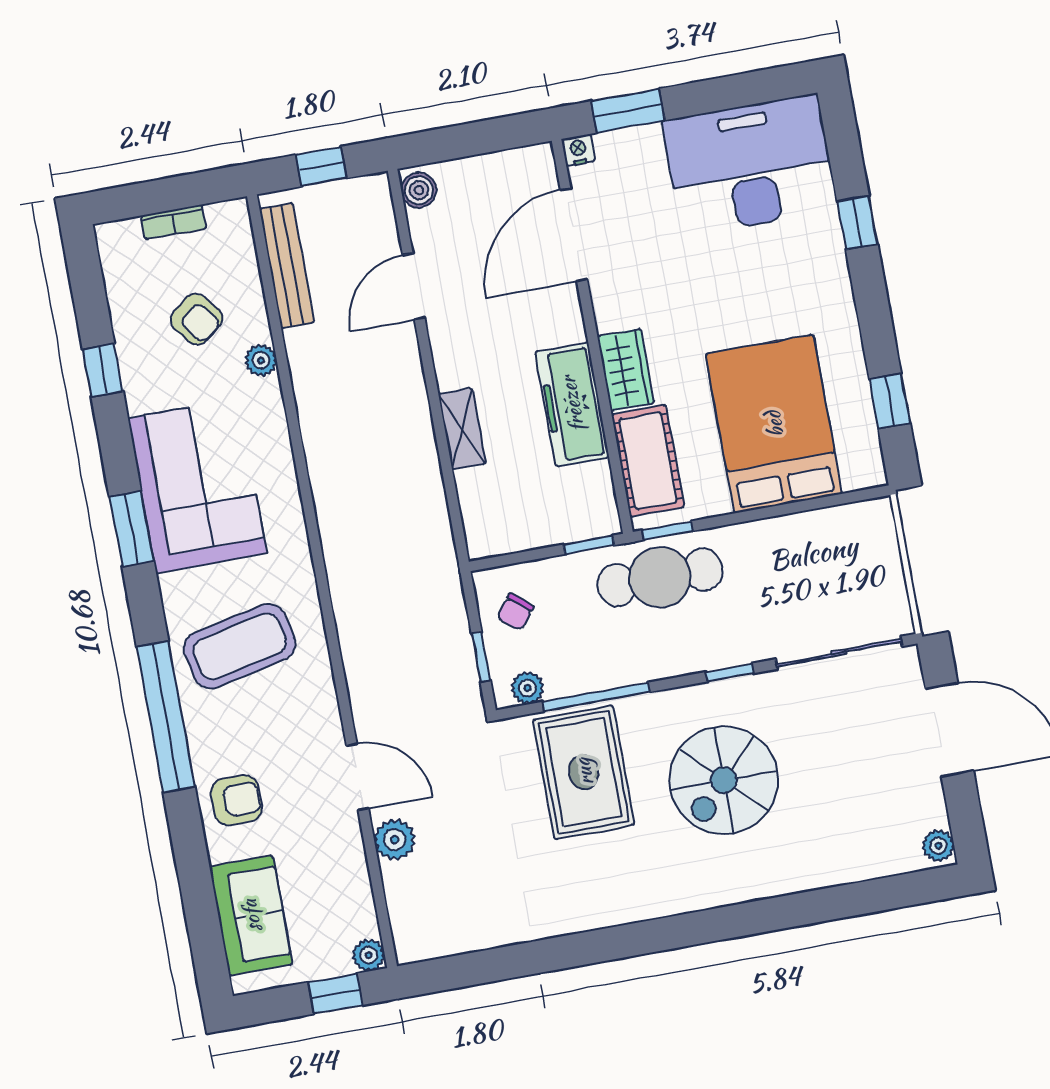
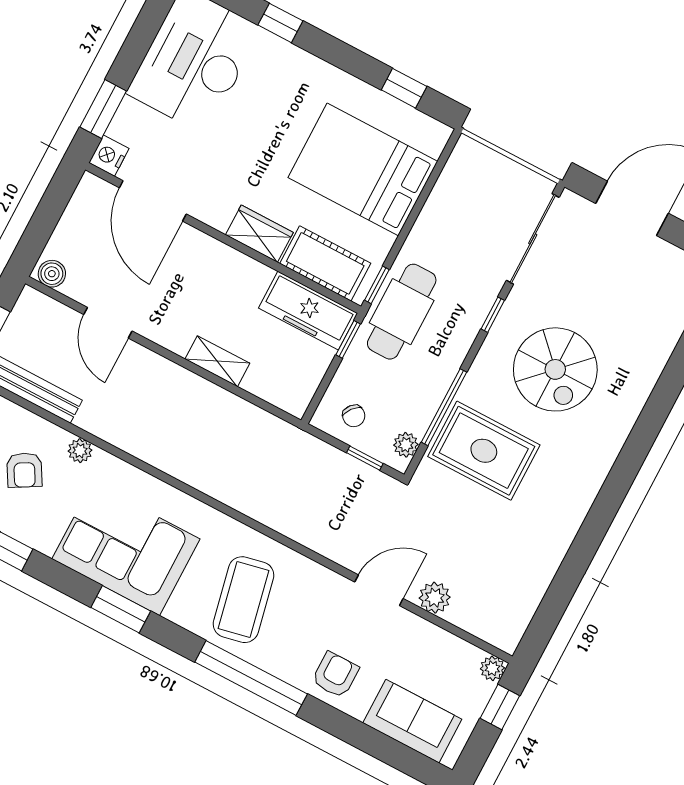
nightstand: (578, 150) -> (109, 156), width x1.39, depth x1.35
armchair: (197, 319) -> (24, 470), turned 98
freezer: (572, 404) -> (308, 311), moved

